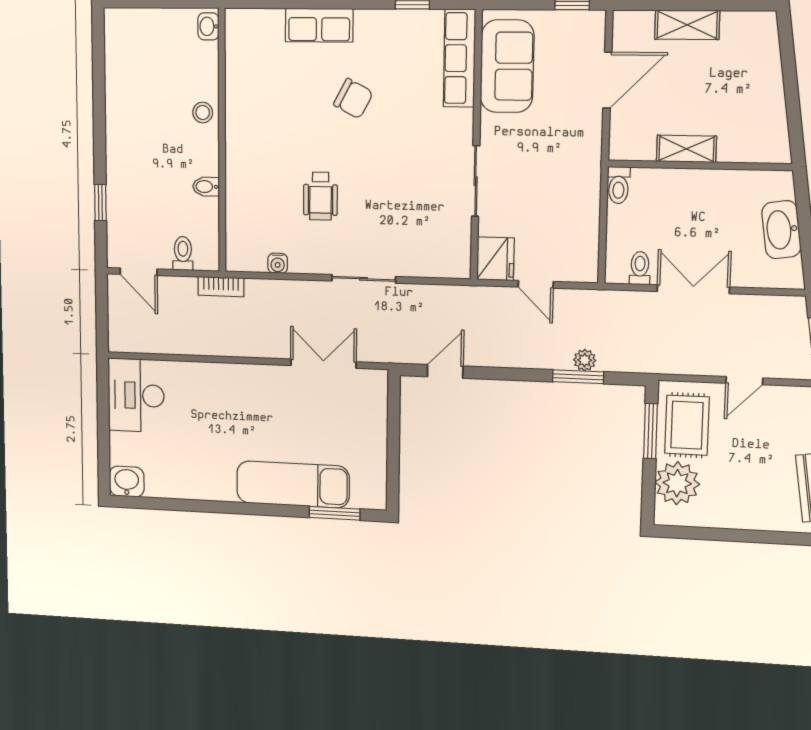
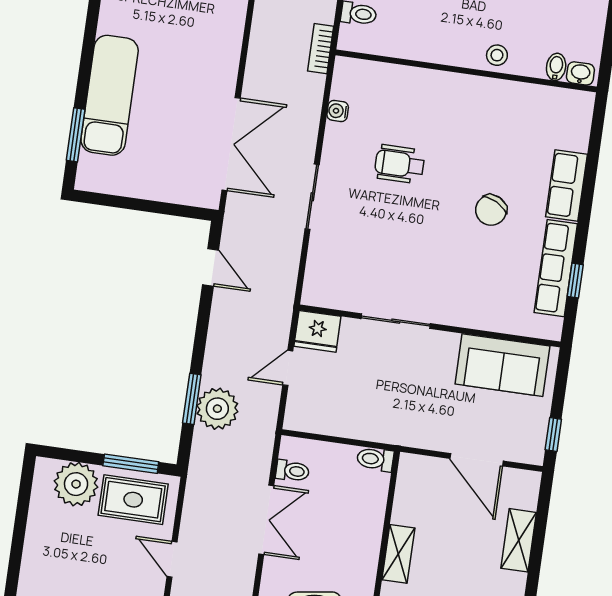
row of seats: (459, 58) -> (556, 268), moved, turned -90
shelving: (686, 149) -> (398, 554), moved
bidet: (206, 187) -> (556, 67), moved
plant: (585, 360) -> (217, 409), width x1.87, depth x1.87
double door: (323, 364) -> (231, 144), width x1.37

